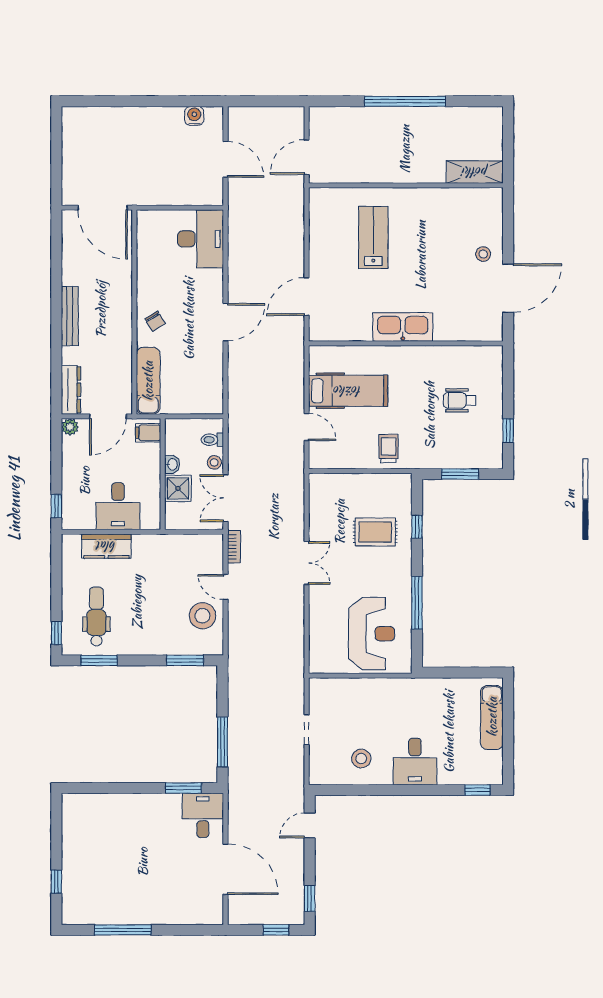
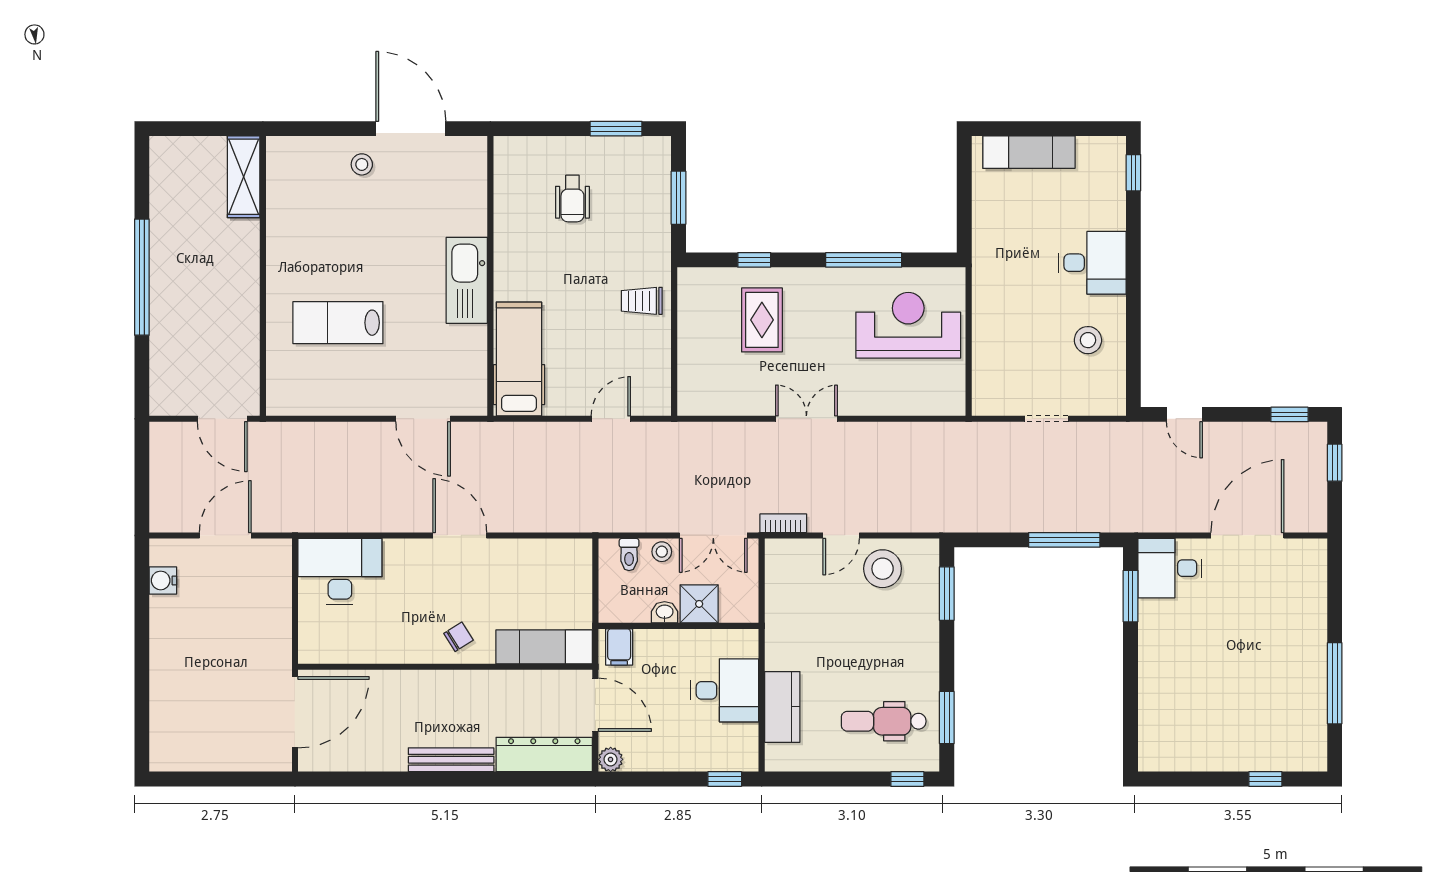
dresser: (71, 390) -> (544, 755), width x1.37, depth x1.24
hospital bed: (348, 391) -> (519, 359), moved
window: (508, 431) -> (616, 129), width x1.50

